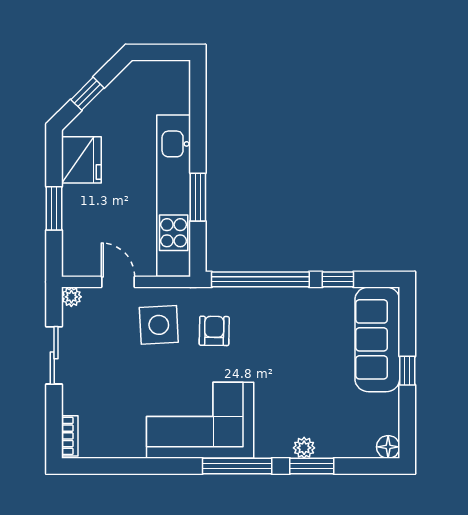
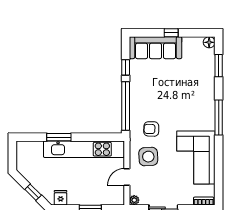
fridge: (81, 160) -> (61, 198), width x0.53, depth x0.75
window: (198, 197) -> (59, 137), moved
corner sofa: (200, 420) -> (196, 157), moved
plant: (304, 448) -> (210, 84), removed
window: (312, 466) -> (219, 66), moved

